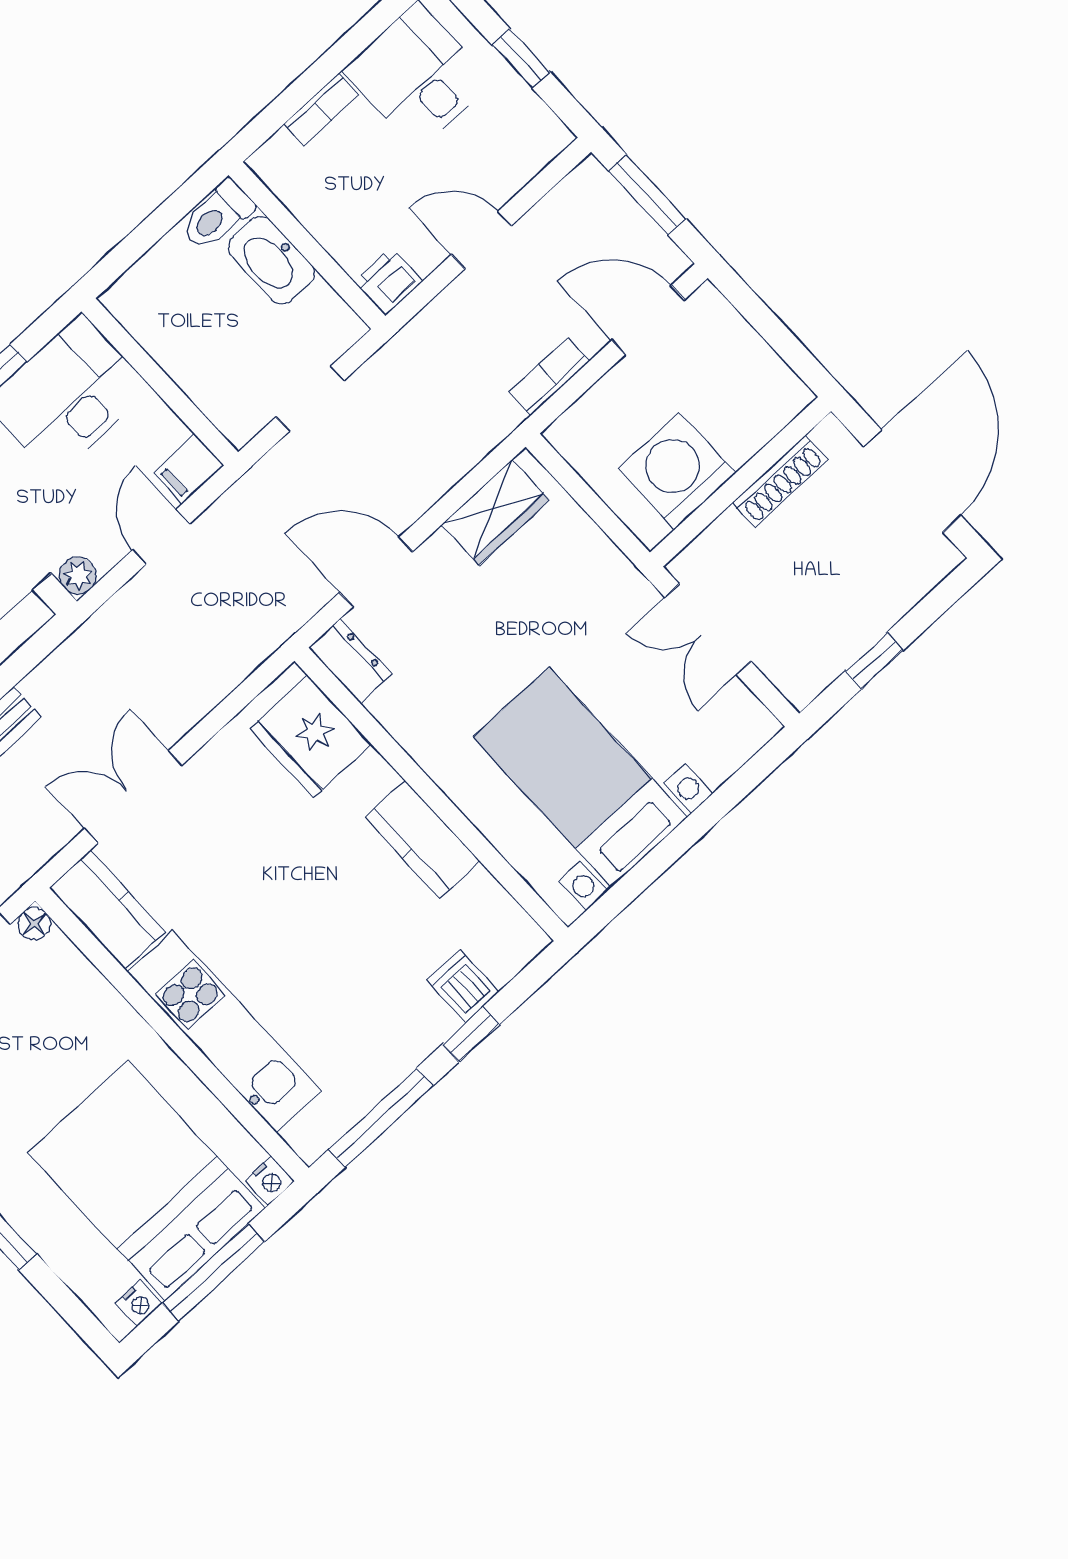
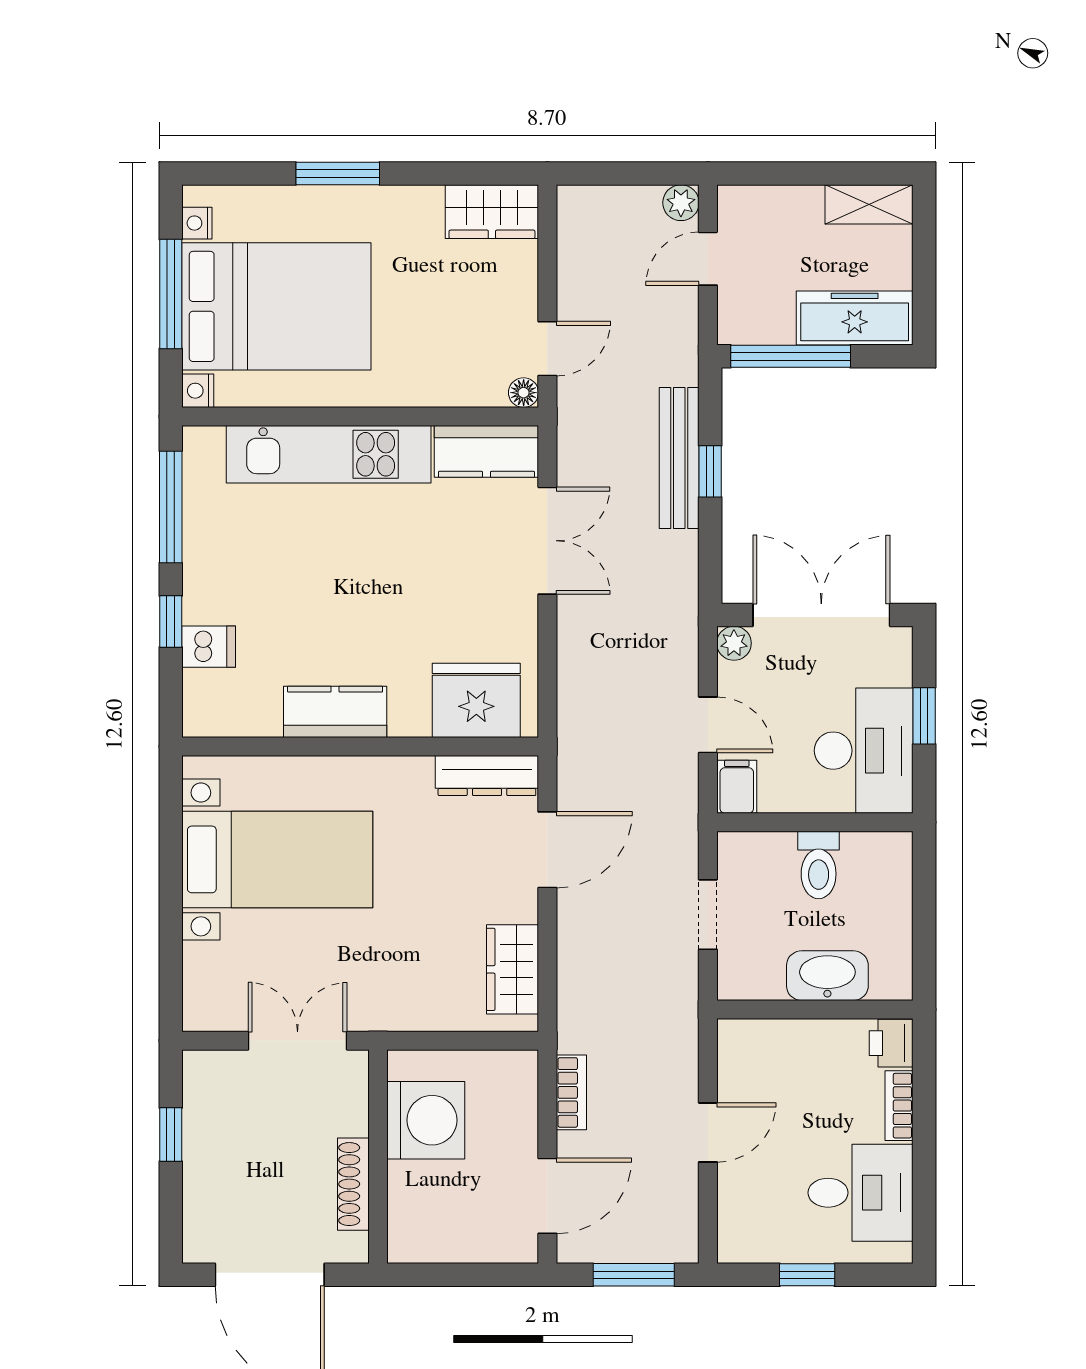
toilet: (217, 216) -> (819, 865), moved, turned 180
printer: (388, 281) -> (891, 1043), moved, turned 180
dresser: (350, 661) -> (487, 776), width x1.44

